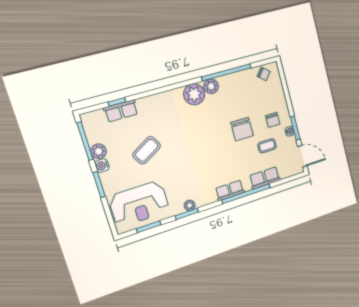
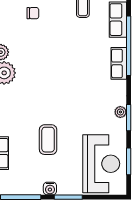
chair: (242, 129) -> (33, 13), moved, width x0.54, depth x0.54
coffee table: (147, 150) -> (48, 140), turned 30
plant: (99, 151) -> (35, 187), removed

